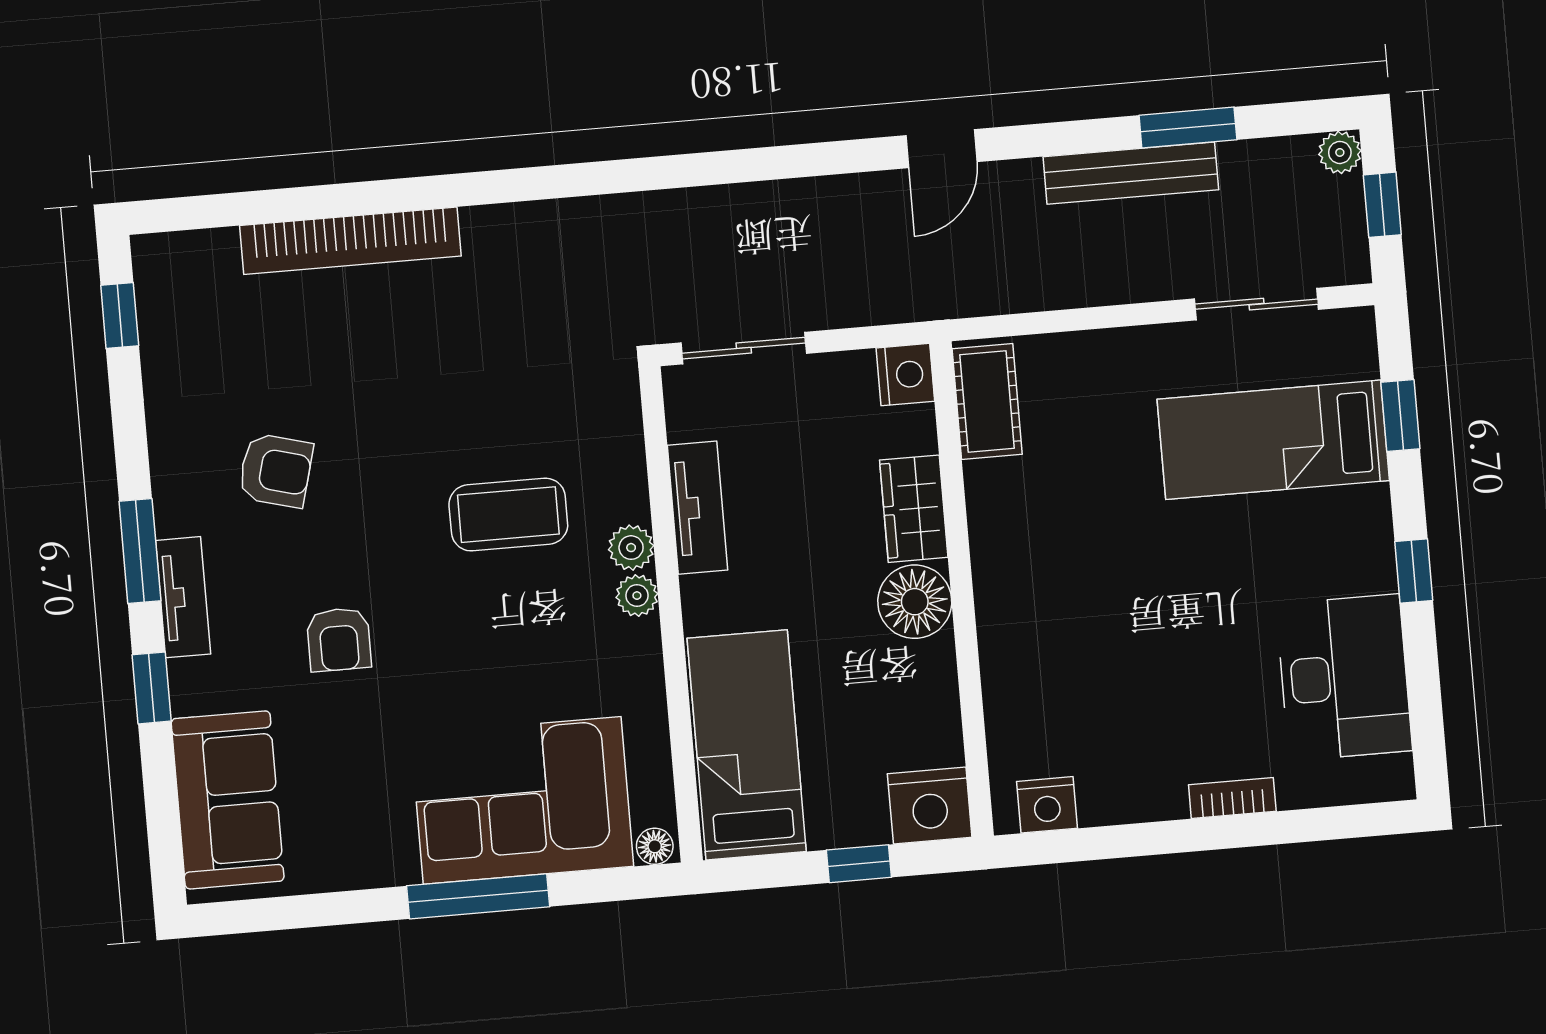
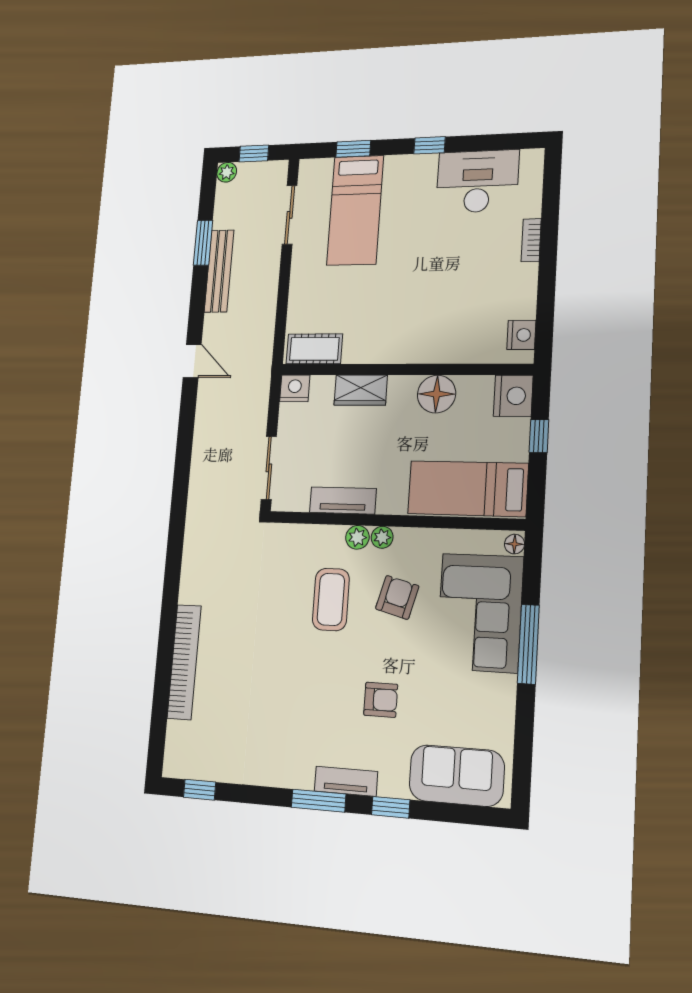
armchair: (276, 470) -> (397, 597), moved
floor lamp: (915, 602) -> (437, 394), moved

